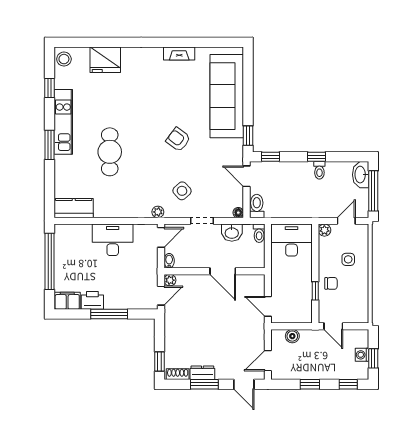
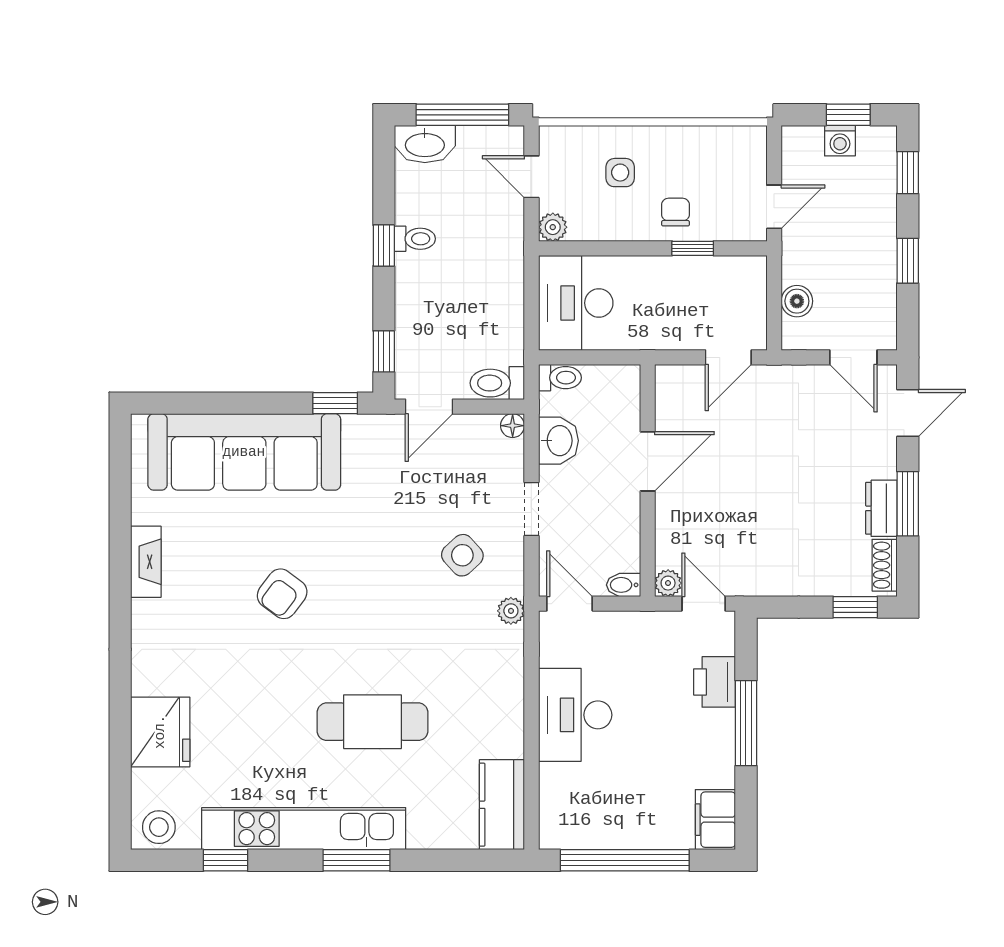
kitchen unit: (63, 122) -> (304, 829), width x1.36
armchair: (178, 139) -> (282, 594), moved
printer: (92, 300) -> (715, 682), moved

